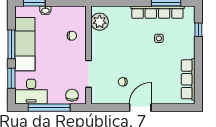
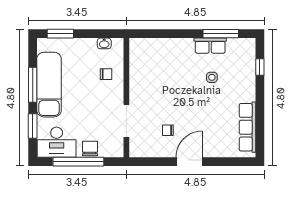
washbasin: (45, 10) -> (104, 43), moved
row of seats: (157, 12) -> (210, 46), width x0.50
plant: (100, 22) -> (140, 57), removed
chair: (72, 95) -> (90, 149), moved

